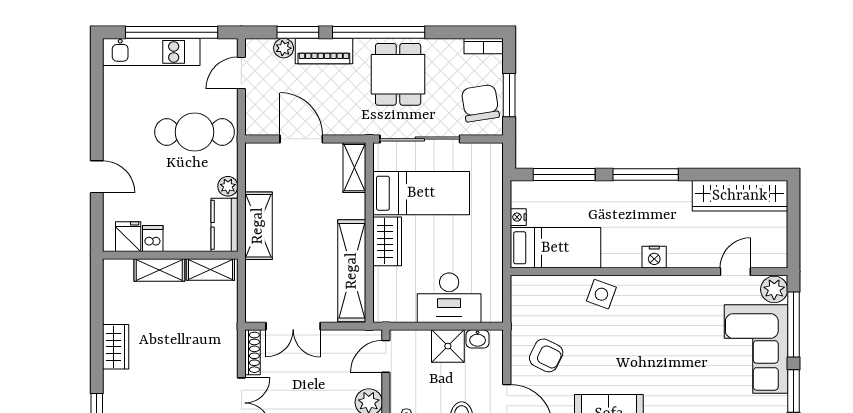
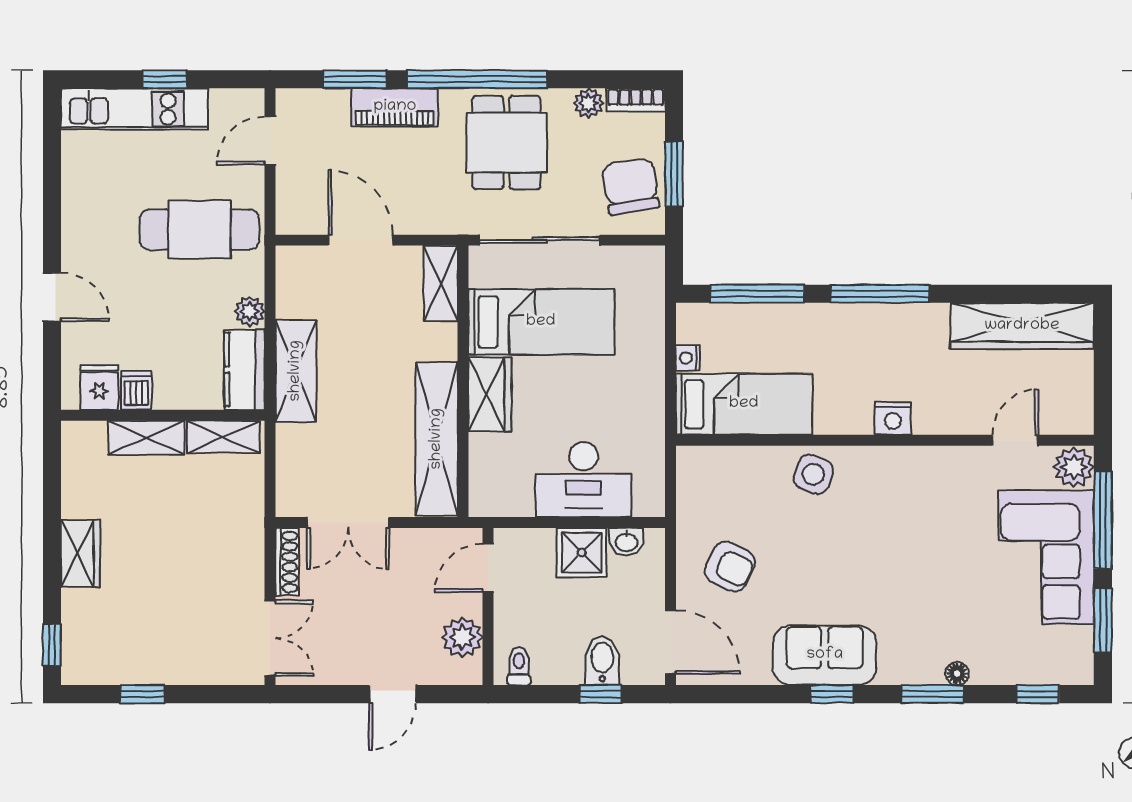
window: (172, 32) -> (165, 79), width x0.32
plant: (284, 48) -> (589, 103), moved

